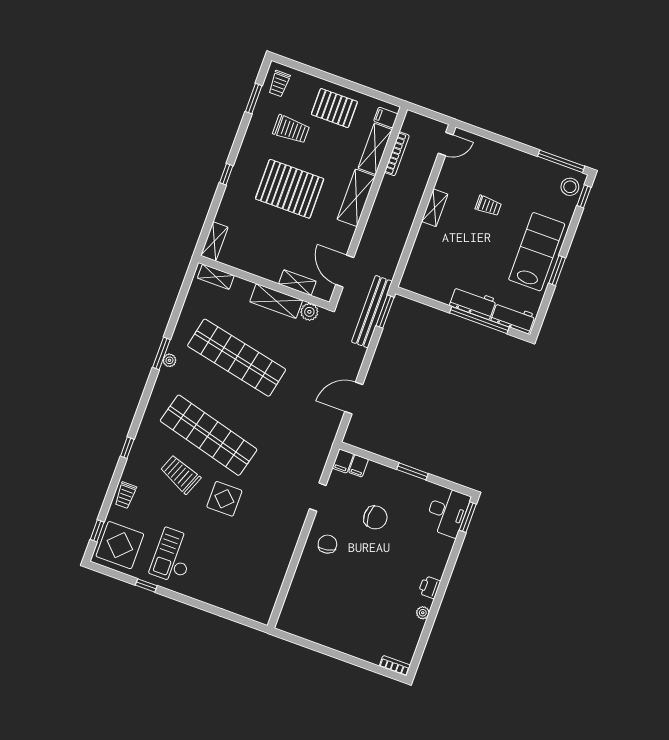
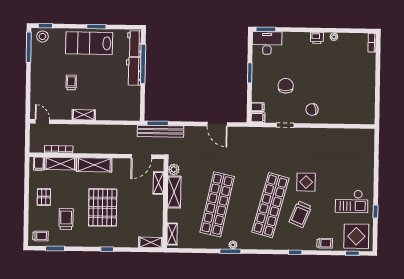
pallet: (334, 108) -> (44, 197), width x0.67, depth x0.71

